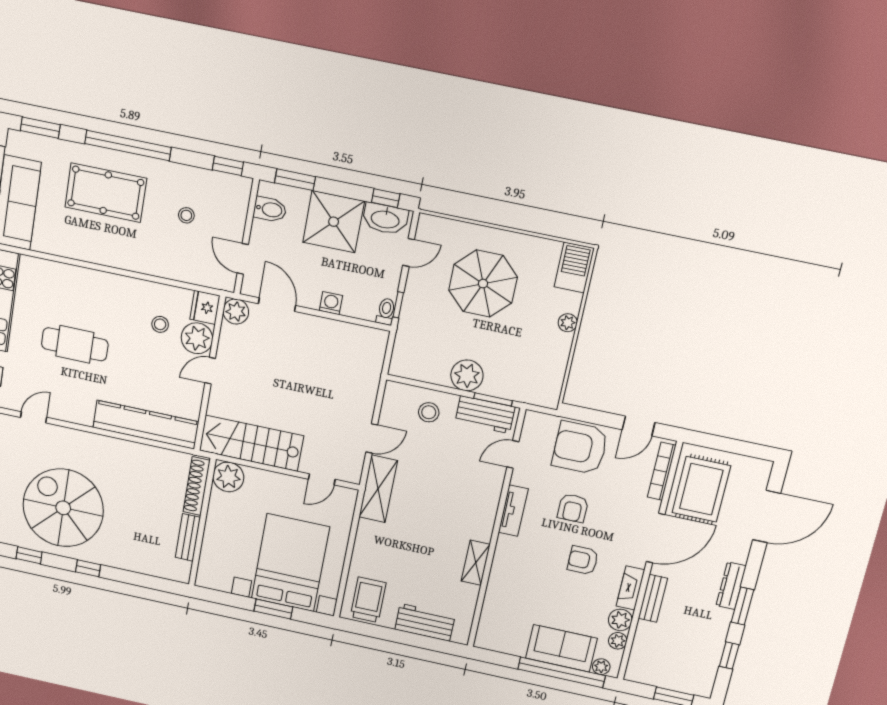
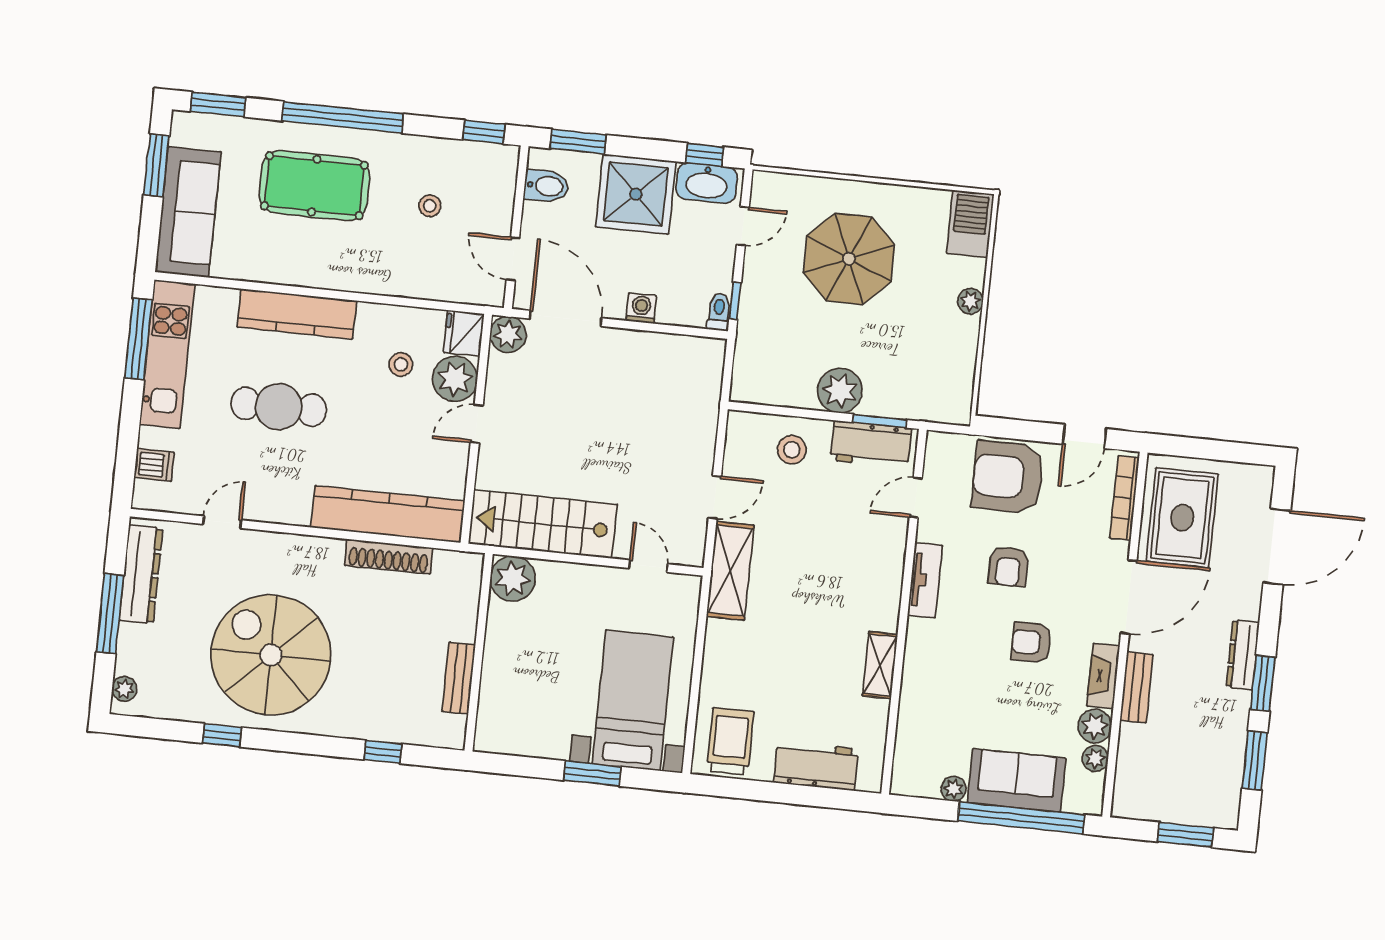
kitchen counter: (90, 282) -> (297, 314), added
door: (277, 305) -> (566, 318), width x1.36
door: (322, 479) -> (648, 566), swing flipped
shoe rack: (197, 486) -> (389, 557), moved, turned -90
bed with nightstands: (290, 563) -> (633, 700), width x0.73
window: (88, 568) -> (383, 752), moved
window: (729, 655) -> (1255, 760), width x1.50
plant: (601, 667) -> (953, 789), moved

